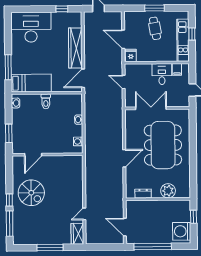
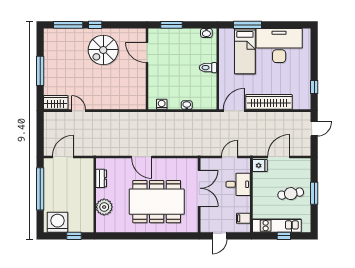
desk: (31, 27) -> (279, 45), moved, turned -90
desk: (162, 74) -> (238, 184), moved
door: (83, 78) -> (234, 111), hinge flipped
bed: (31, 83) -> (245, 51), moved

